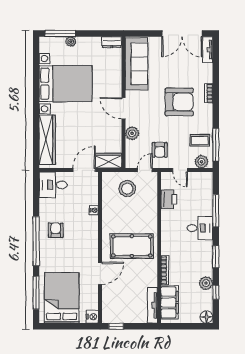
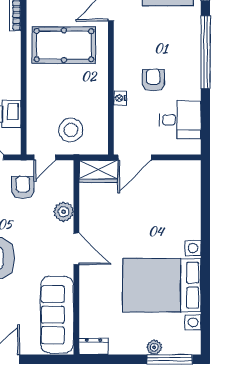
wardrobe: (47, 140) -> (189, 202), removed
desk: (53, 185) -> (180, 120), moved
armchair: (56, 230) -> (153, 80), moved, turned 180

